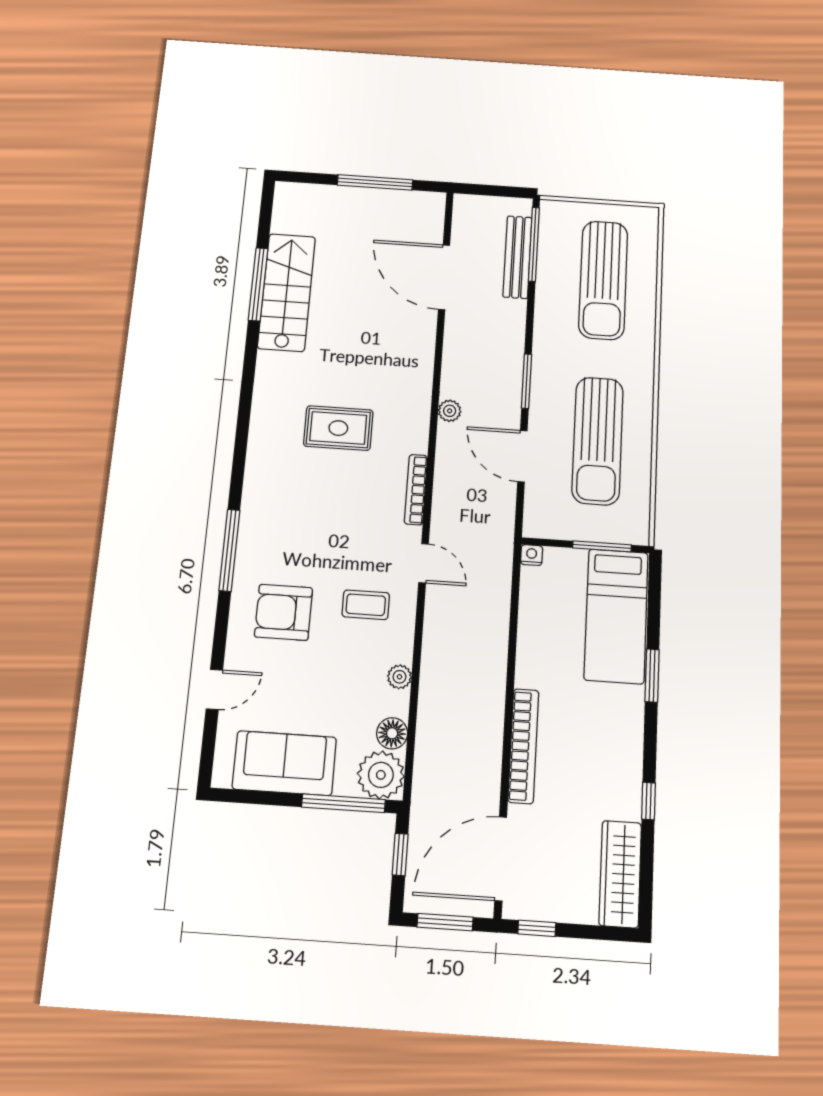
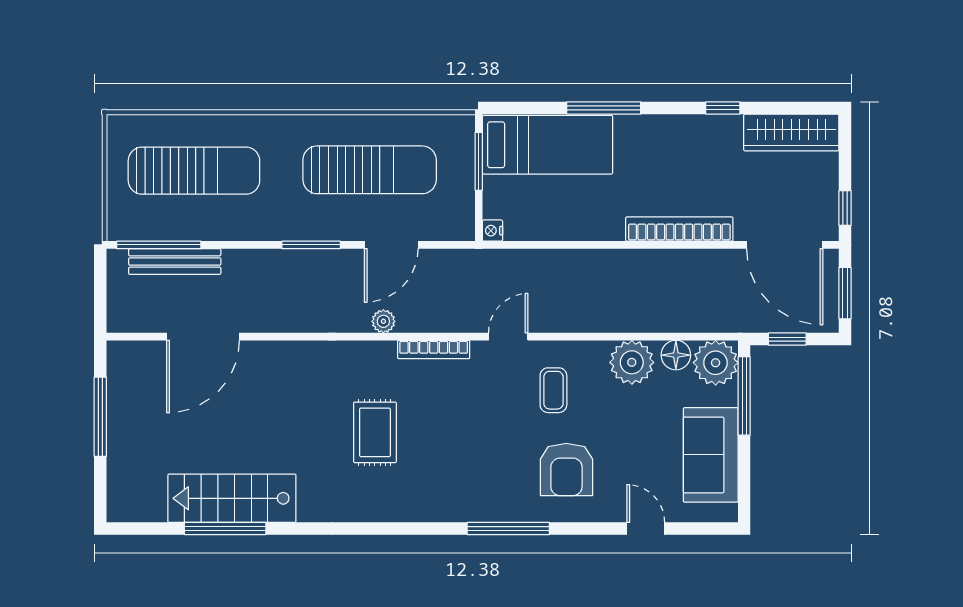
plant: (450, 411) -> (383, 321), moved
window: (652, 676) -> (604, 108), width x1.44
plant: (399, 677) -> (632, 362), width x1.88, depth x1.88

